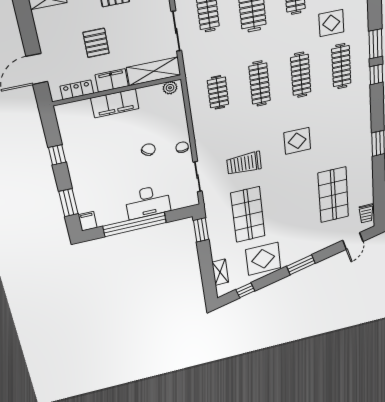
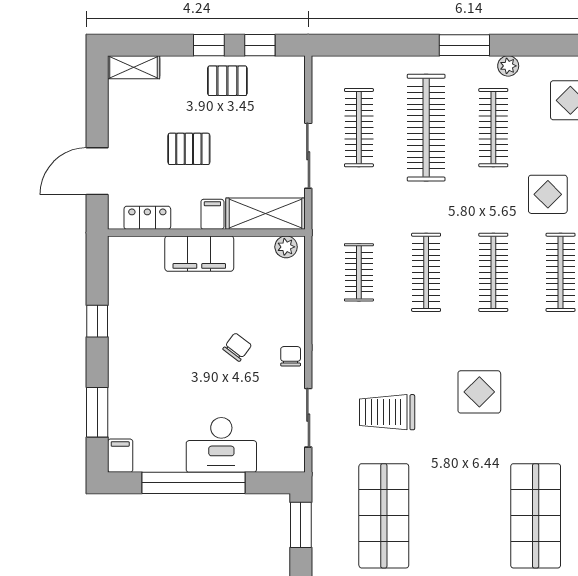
pallet: (96, 43) -> (189, 149), turned 90
filing cabinet: (112, 80) -> (212, 214), width x0.50

